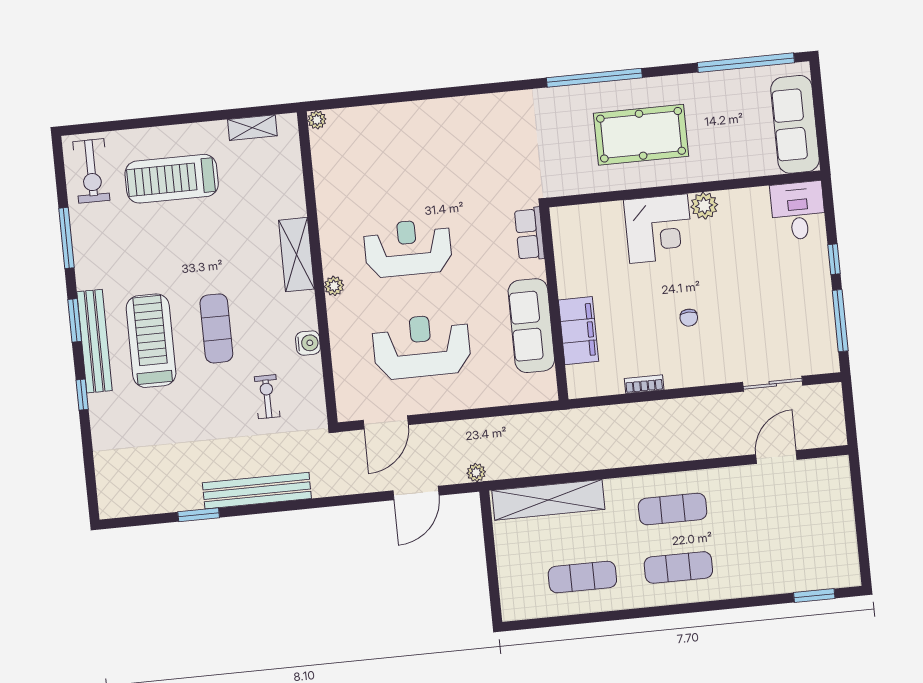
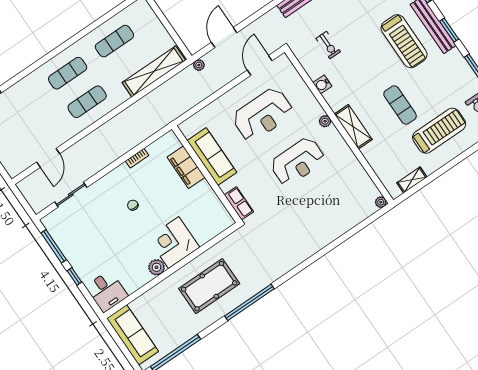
exercise mat: (216, 328) -> (400, 105), moved

